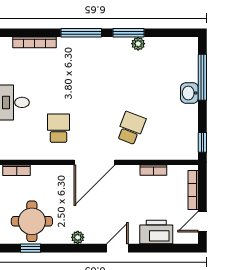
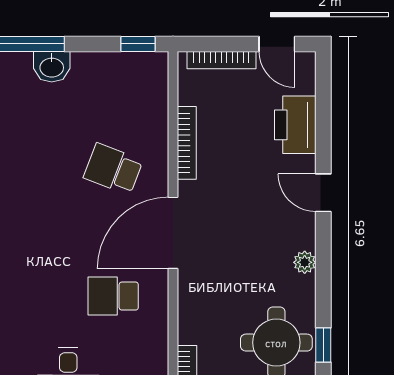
door: (95, 162) -> (173, 233), swing flipped
bookcase: (153, 170) -> (187, 143), width x1.56

